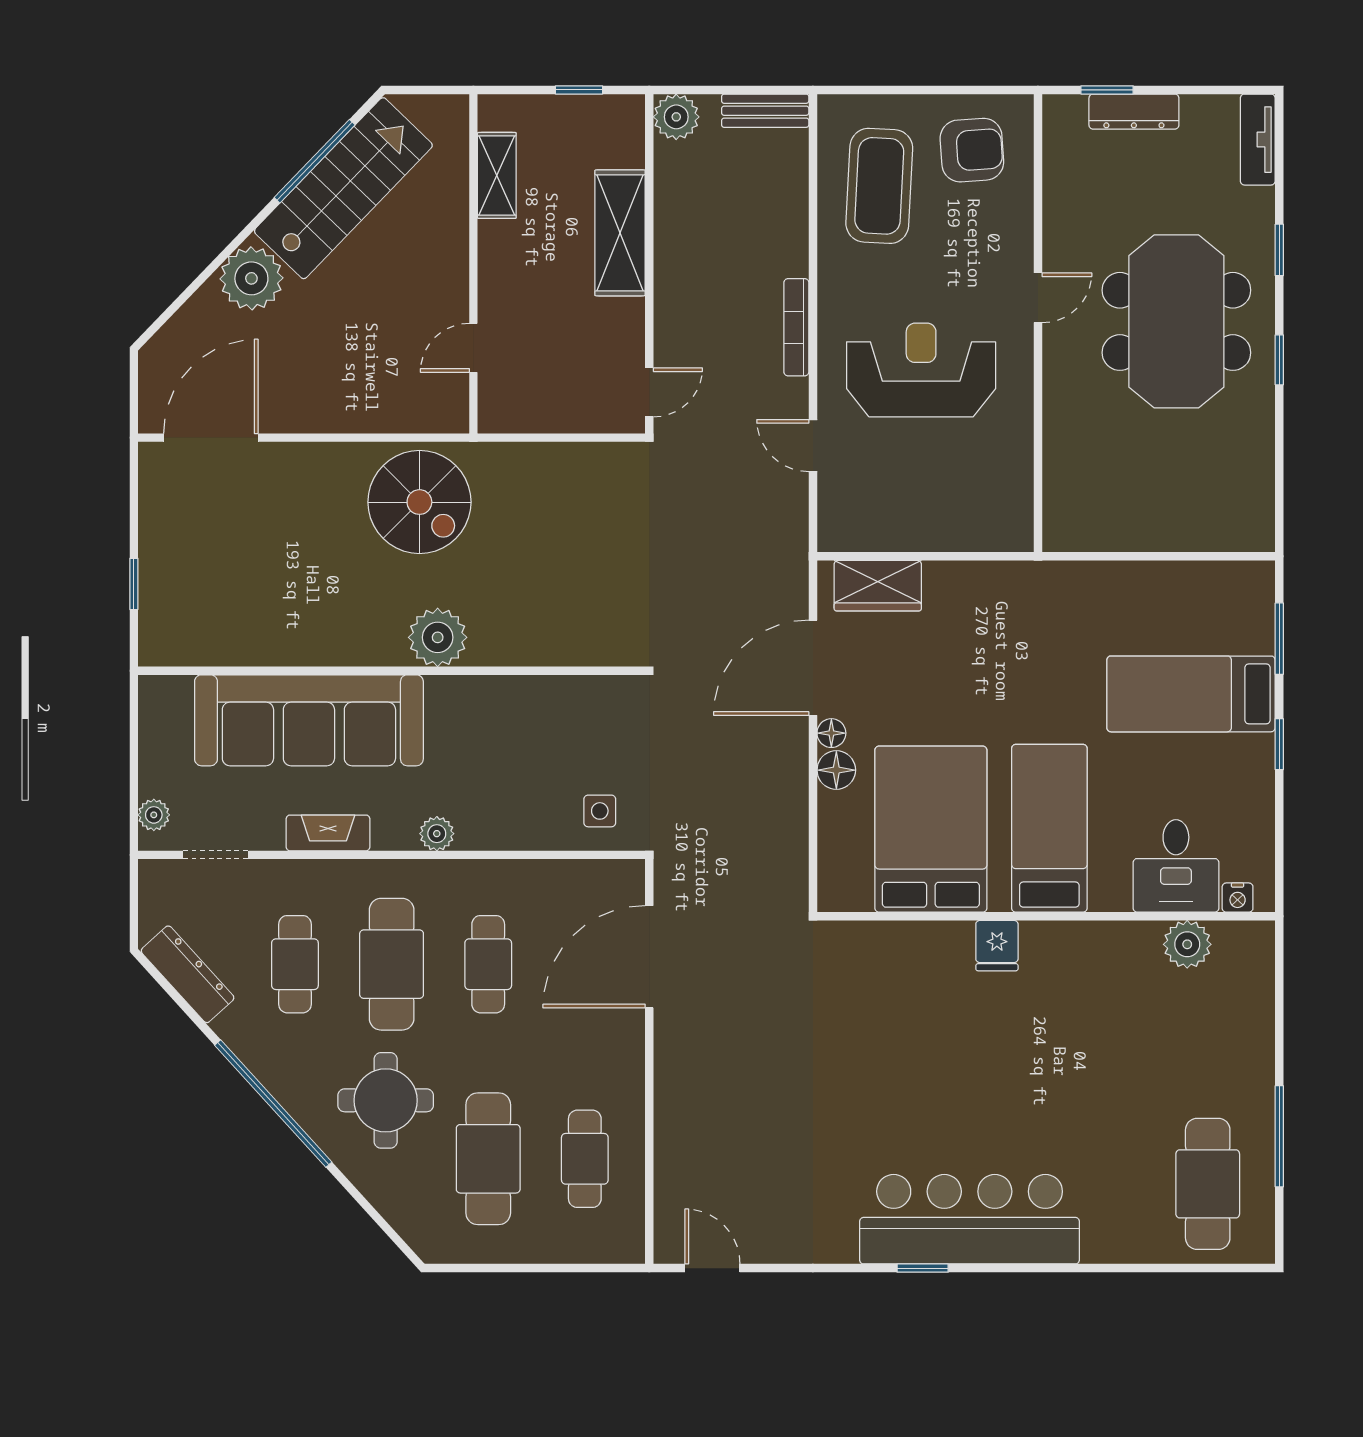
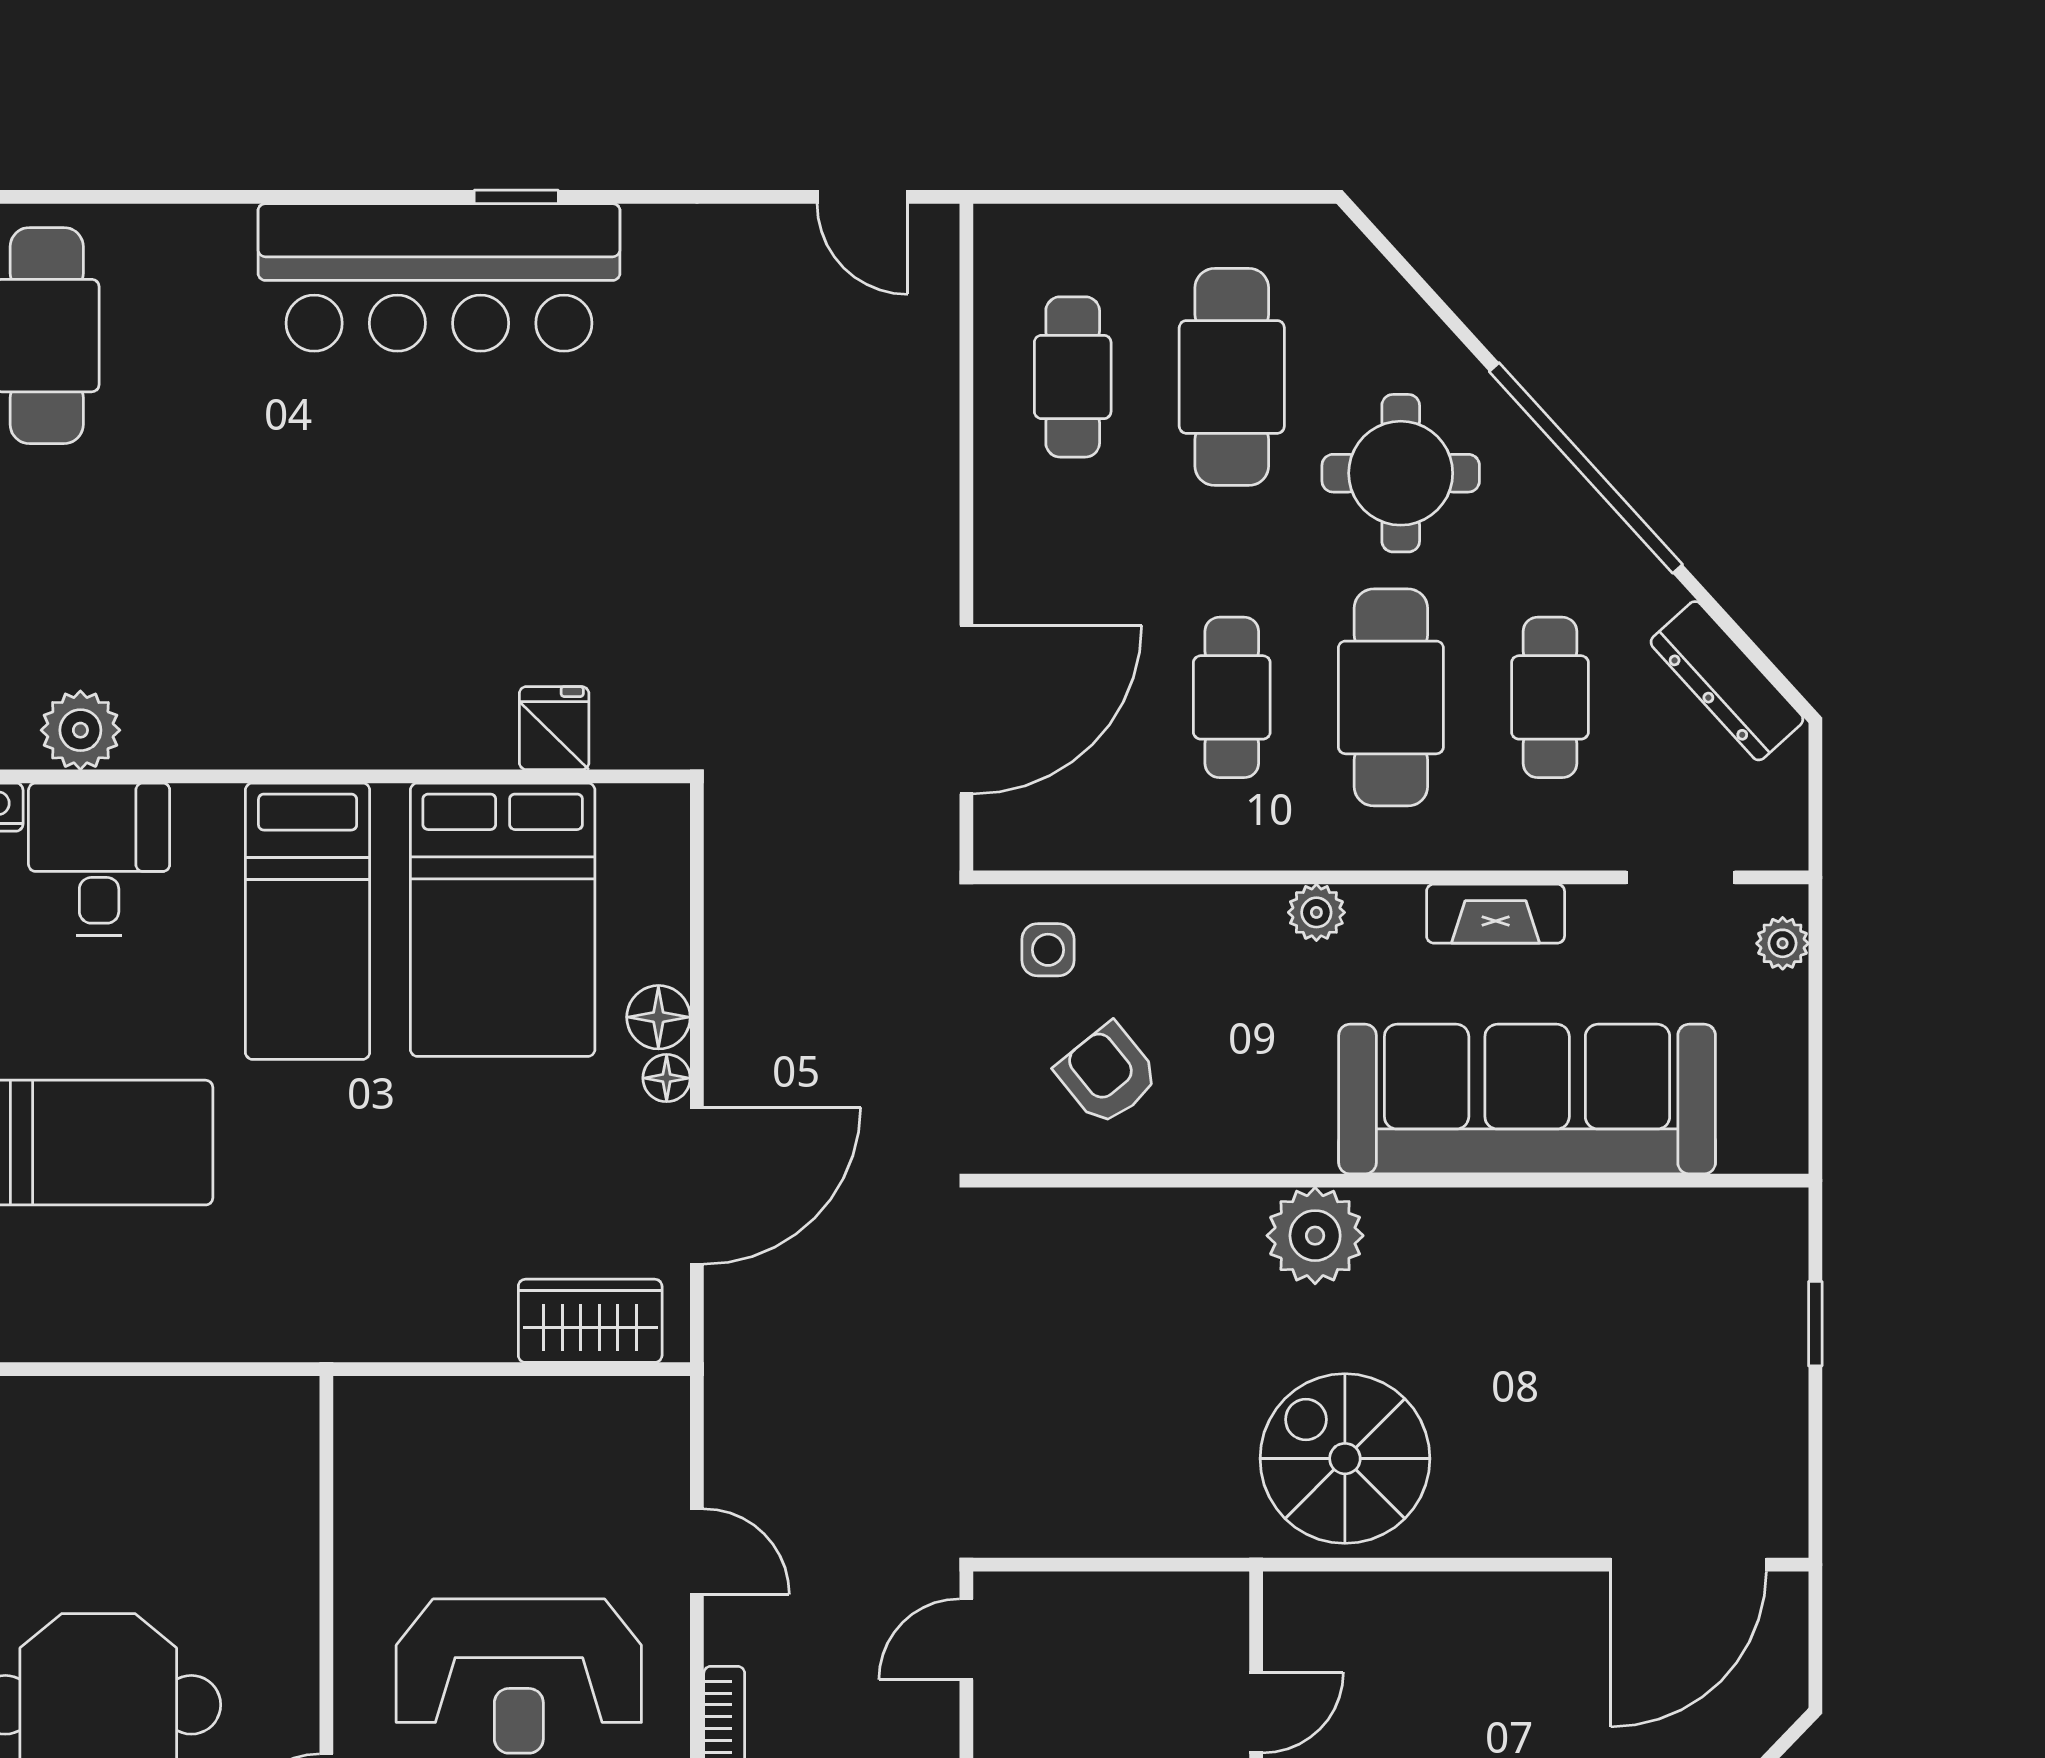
armchair: (564, 735) -> (1107, 1074), added
fridge: (997, 946) -> (554, 728), moved

